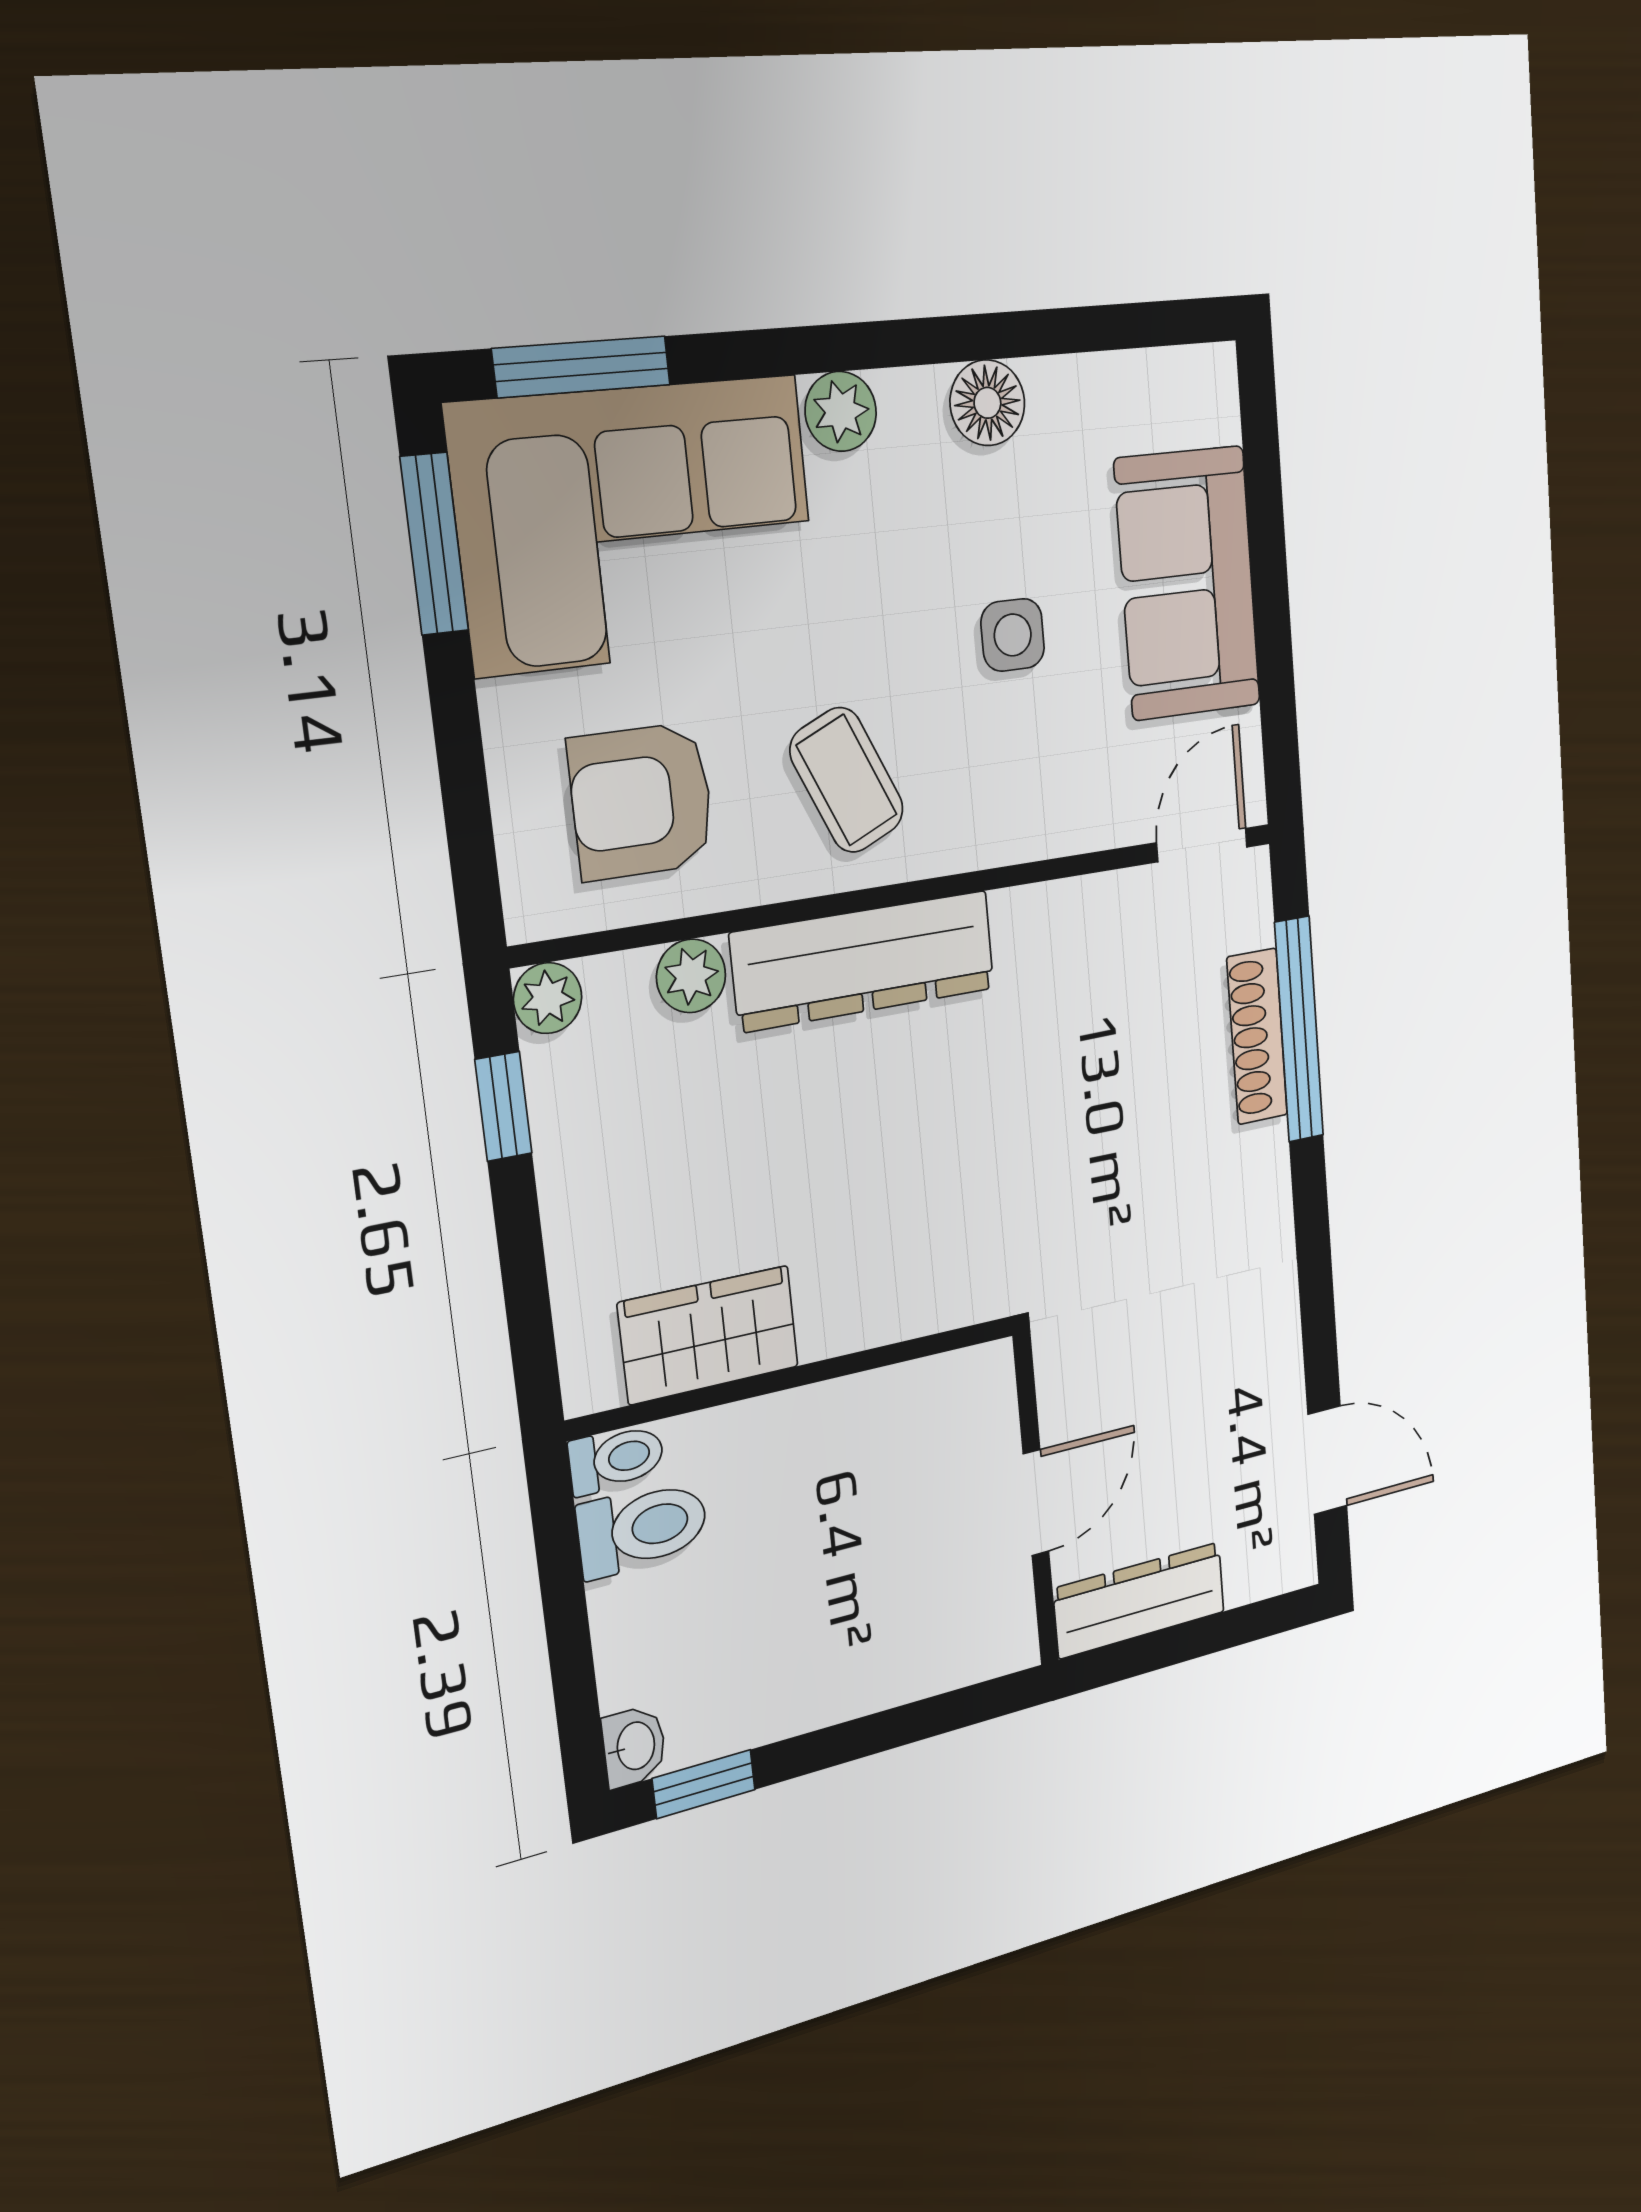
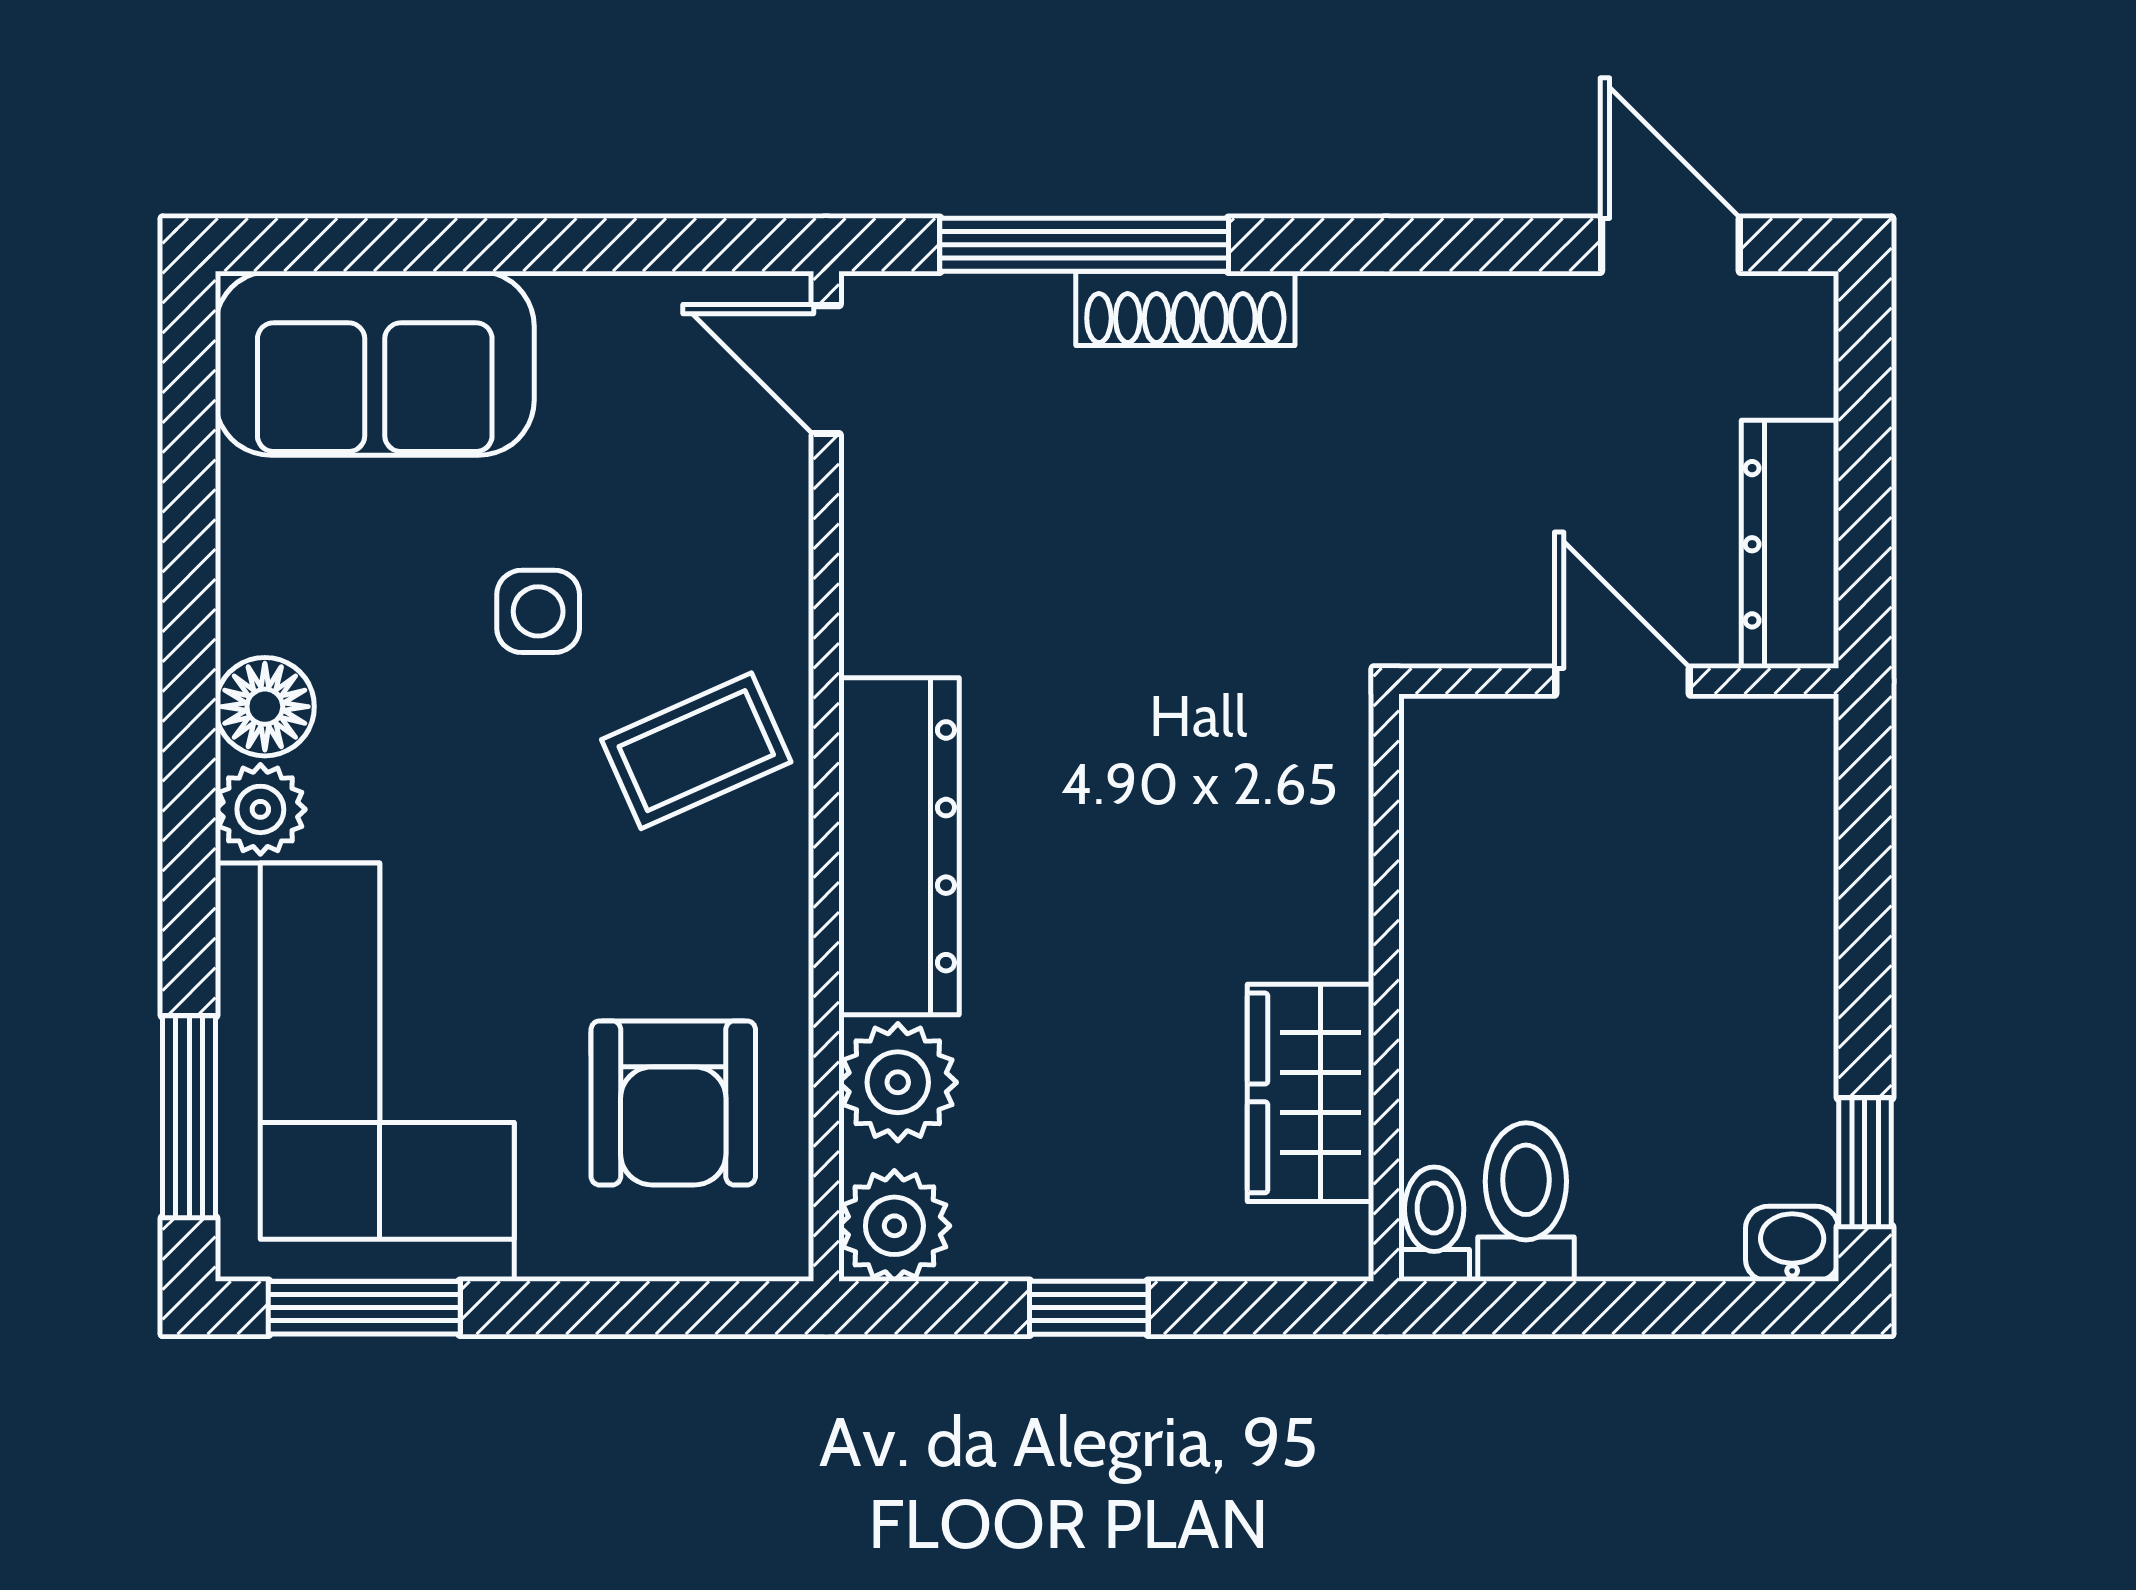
floor lamp: (987, 403) -> (265, 707), moved
sofa: (1188, 583) -> (375, 363), moved
coffee table: (847, 780) -> (696, 751), moved
plant: (691, 976) -> (898, 1082), width x1.38, depth x1.38
plant: (548, 998) -> (894, 1226), width x1.38, depth x1.38
shoe rack: (1257, 1036) -> (1185, 308), moved
window: (503, 1106) -> (1089, 1308), moved
door: (1327, 1460) -> (1670, 245), hinge flipped

